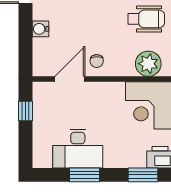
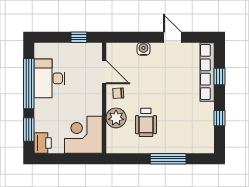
wheelchair: (146, 19) -> (146, 122), moved
plant: (148, 64) -> (116, 118), moved
window: (85, 175) -> (29, 84), width x2.11

